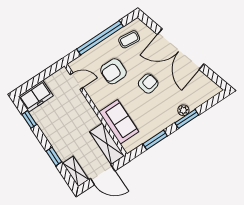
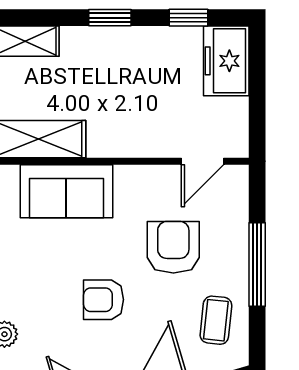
window: (100, 38) -> (257, 265), width x0.68
armchair: (148, 84) -> (103, 300), turned 102
window: (54, 157) -> (110, 18), moved

